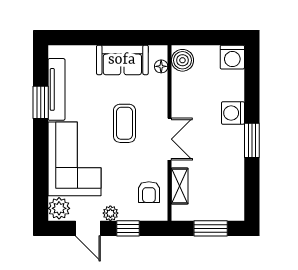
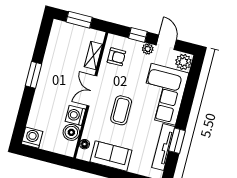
boiler: (182, 60) -> (71, 132), moved
washing machine: (233, 113) -> (75, 115), moved, turned 180
armchair: (149, 192) -> (116, 57), turned 90

